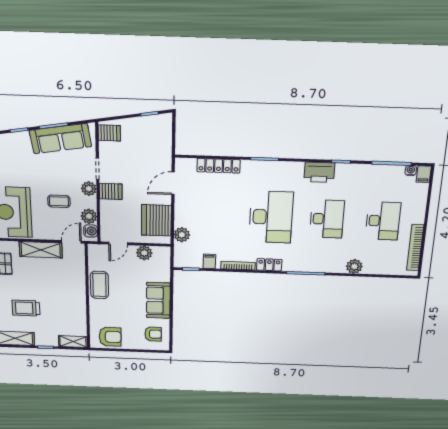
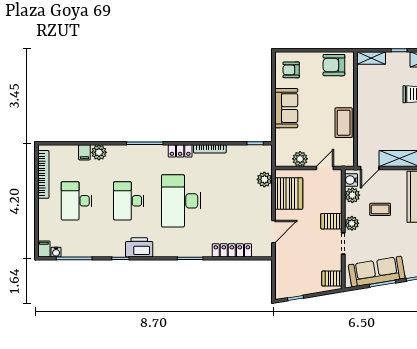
filing cabinet: (209, 261) -> (84, 152), moved

